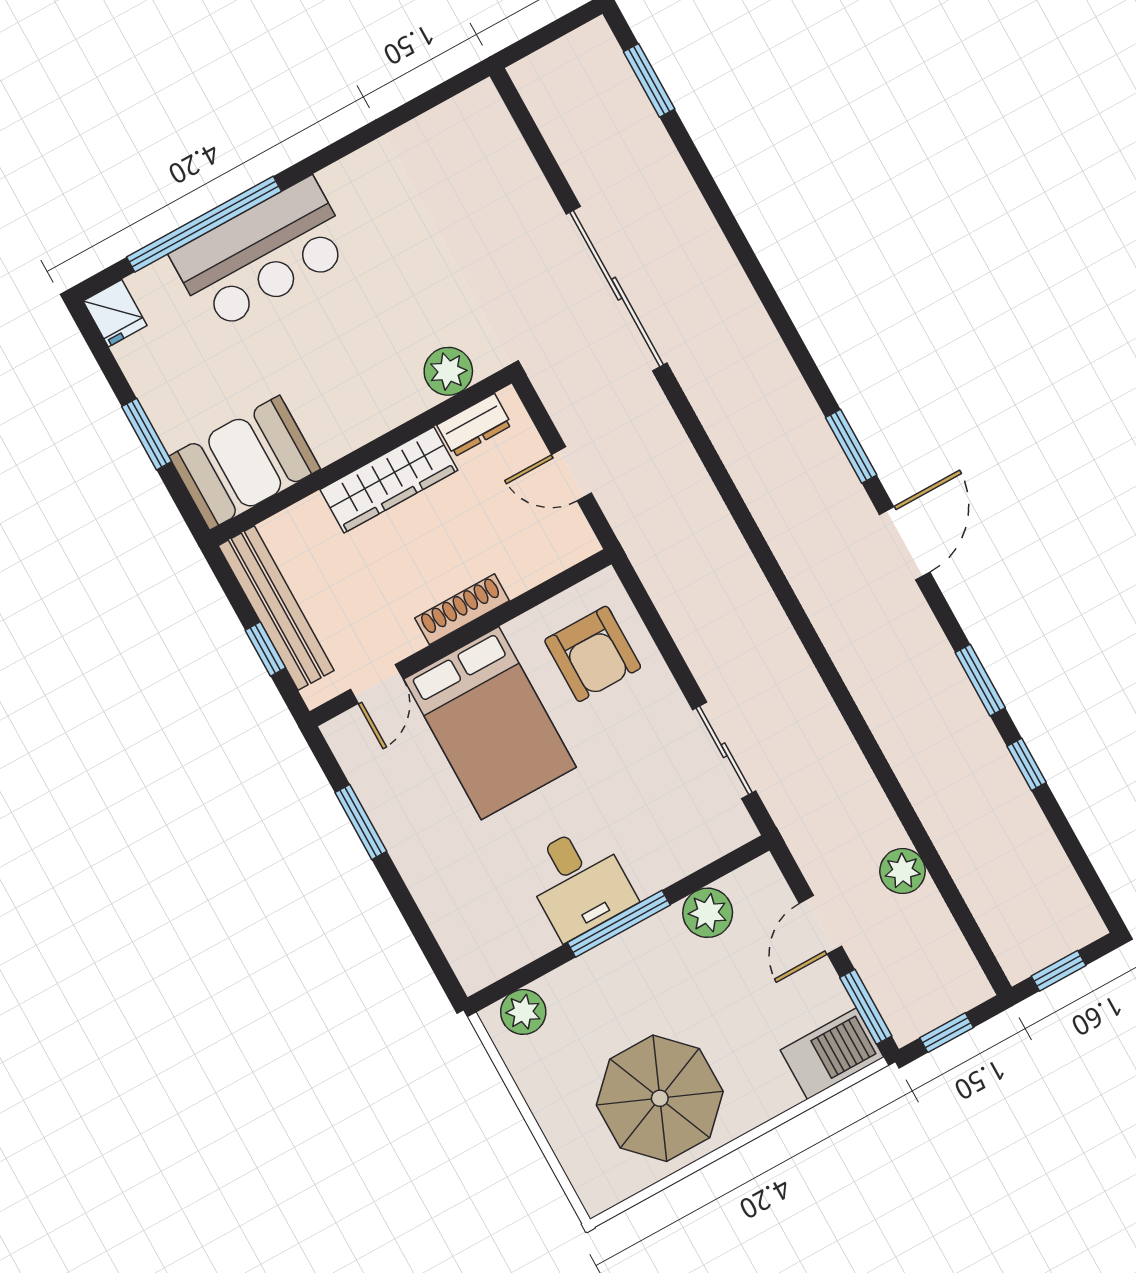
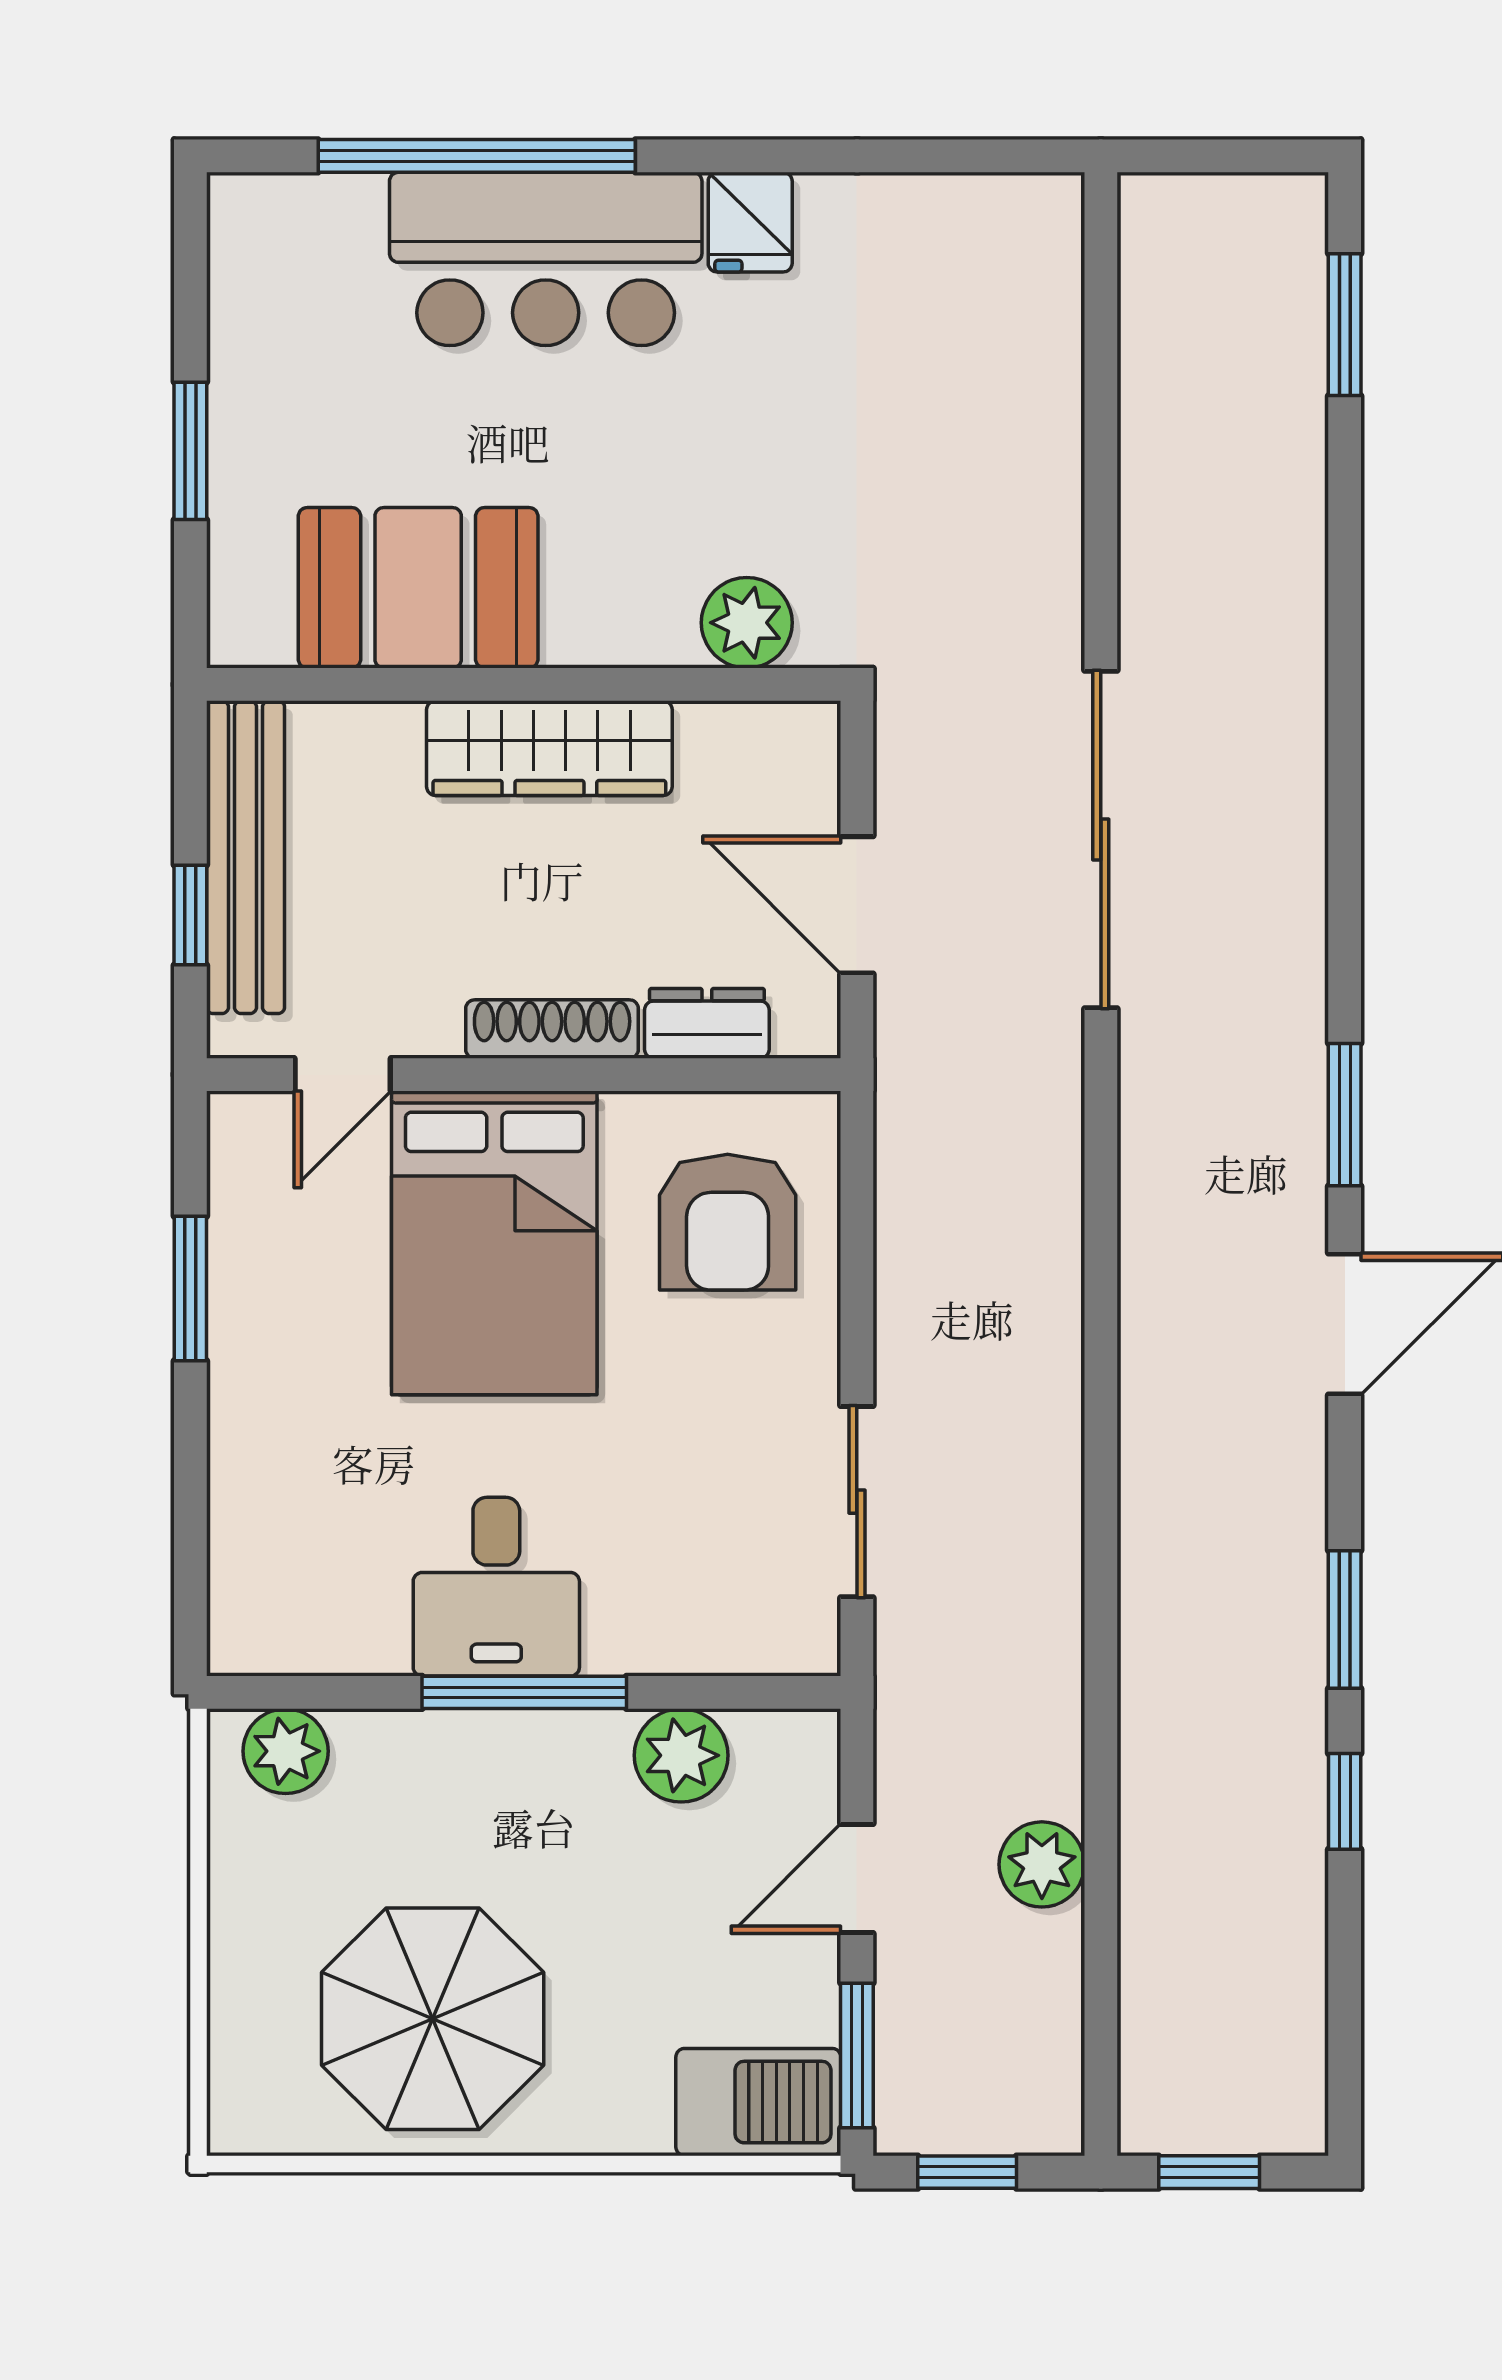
sliding door: (617, 289) -> (1101, 840), moved
fridge: (115, 313) -> (750, 222), moved
dresser: (474, 425) -> (707, 1023), moved, turned 180
booth: (245, 463) -> (418, 588), moved
door: (571, 474) -> (857, 905), width x1.38

